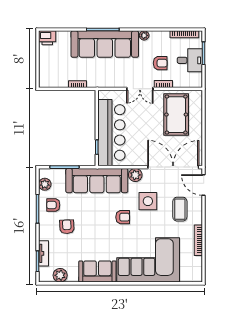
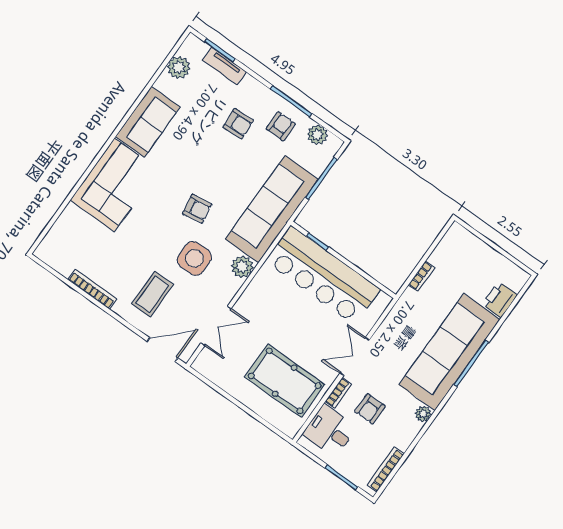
printer: (47, 38) -> (500, 300), moved
desk: (190, 60) -> (330, 431), moved, turned 90
double door: (173, 167) -> (216, 326), width x0.54
coffee table: (180, 209) -> (153, 294), turned 90
armchair: (123, 217) -> (197, 209), turned -99
corner sofa: (148, 260) -> (114, 185), width x0.73, depth x0.74

